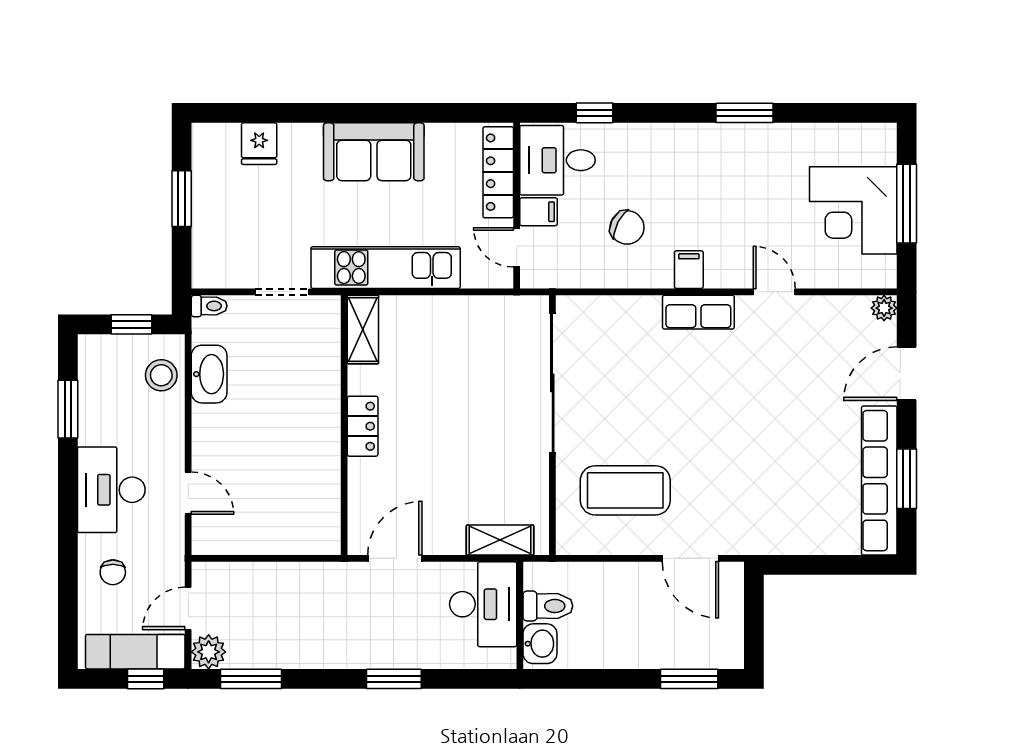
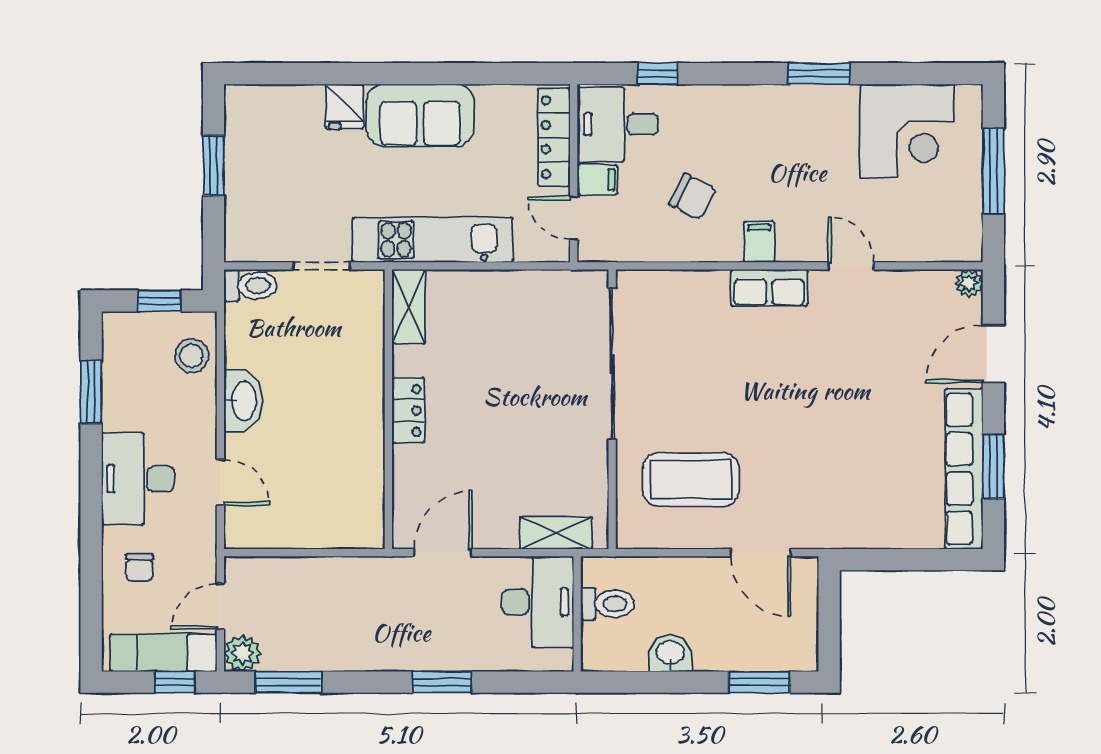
fridge: (259, 144) -> (345, 107), moved
corner desk: (853, 210) -> (907, 131), moved, turned -90
toilet: (209, 306) -> (250, 285), width x1.37, depth x1.39
washbasin: (209, 374) -> (243, 401), moved
washbasin: (540, 644) -> (670, 653), moved, turned -90

